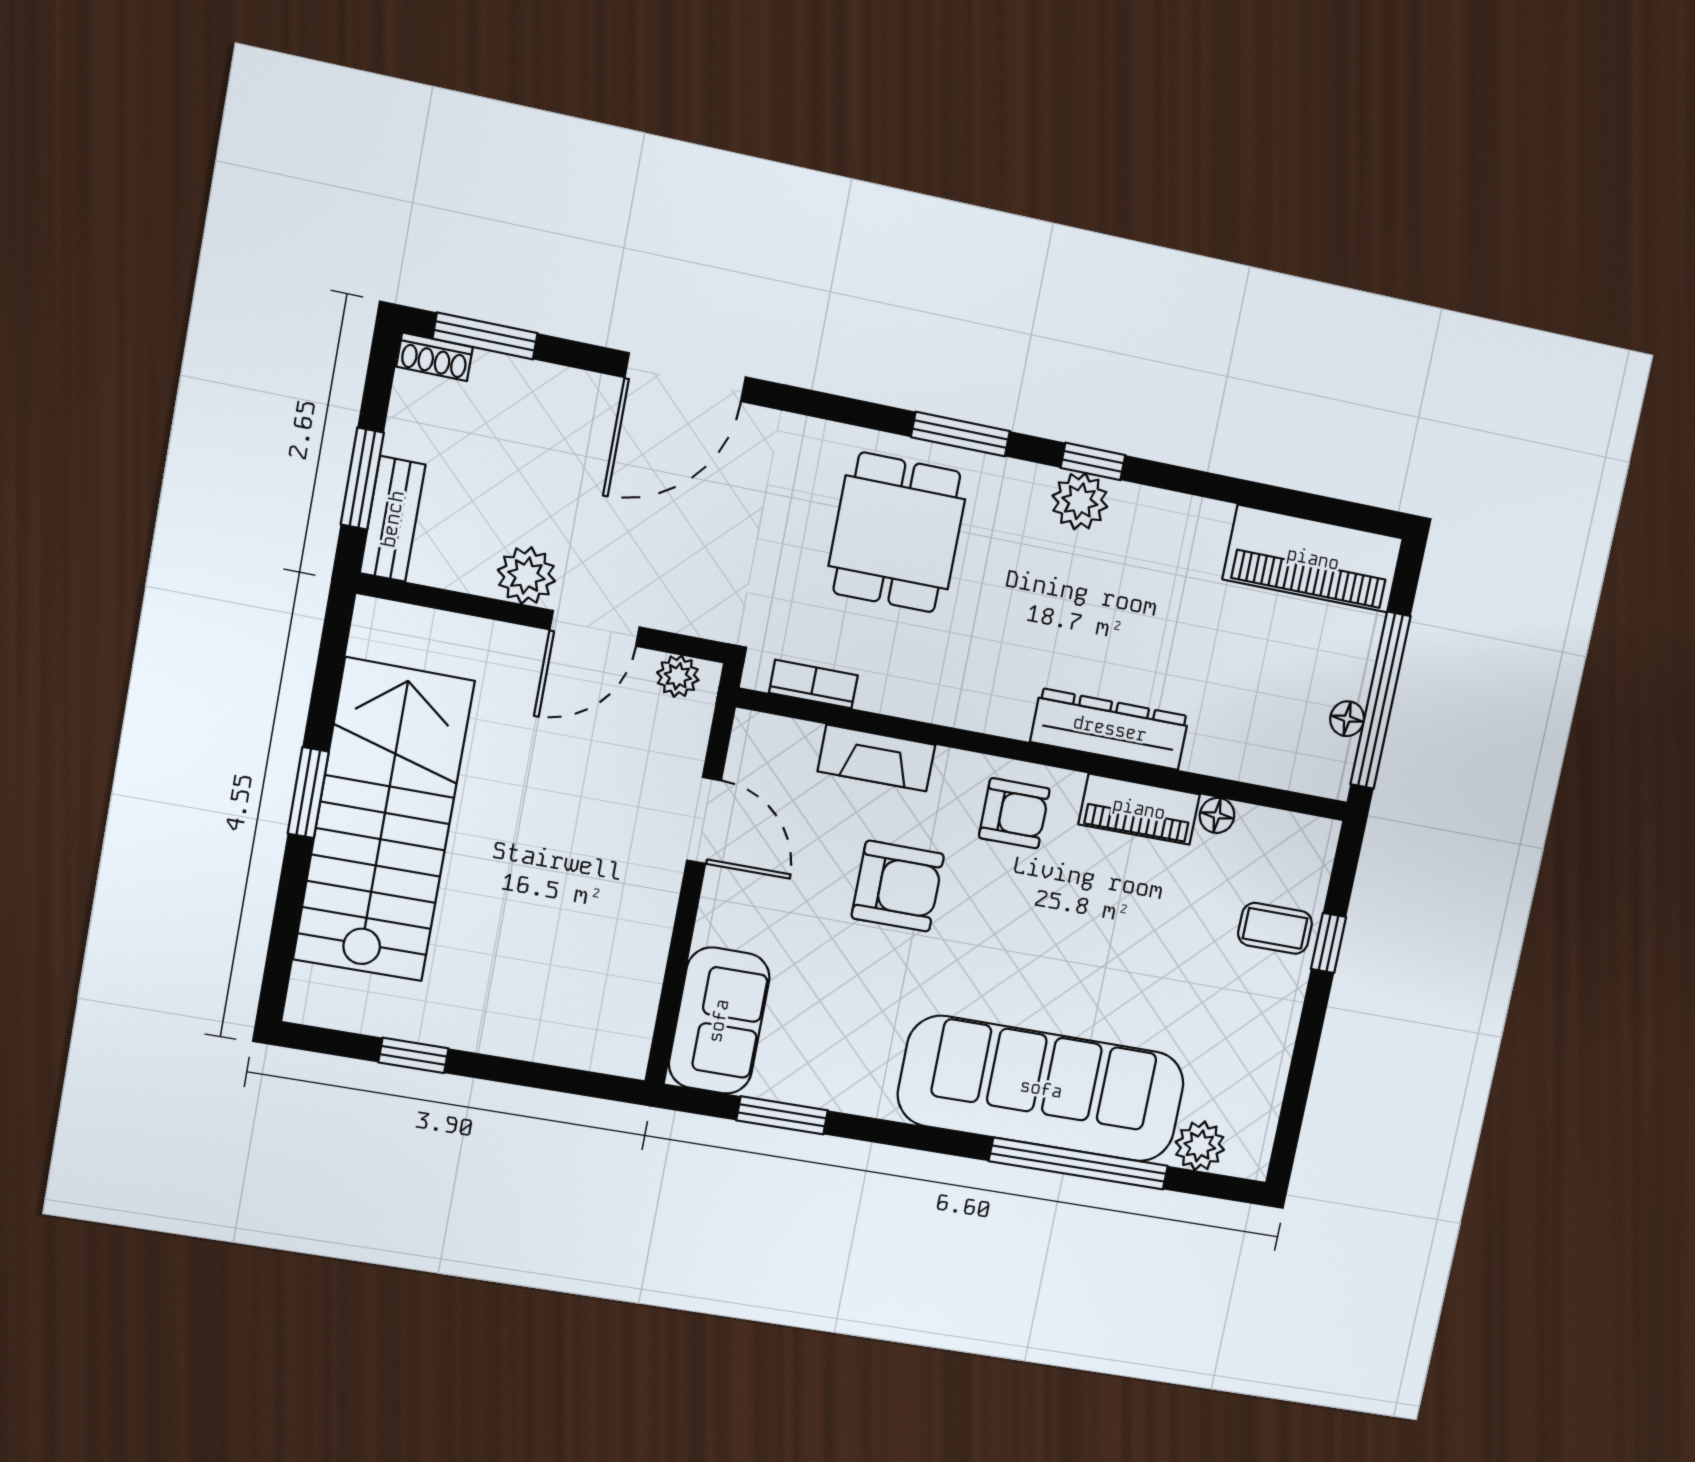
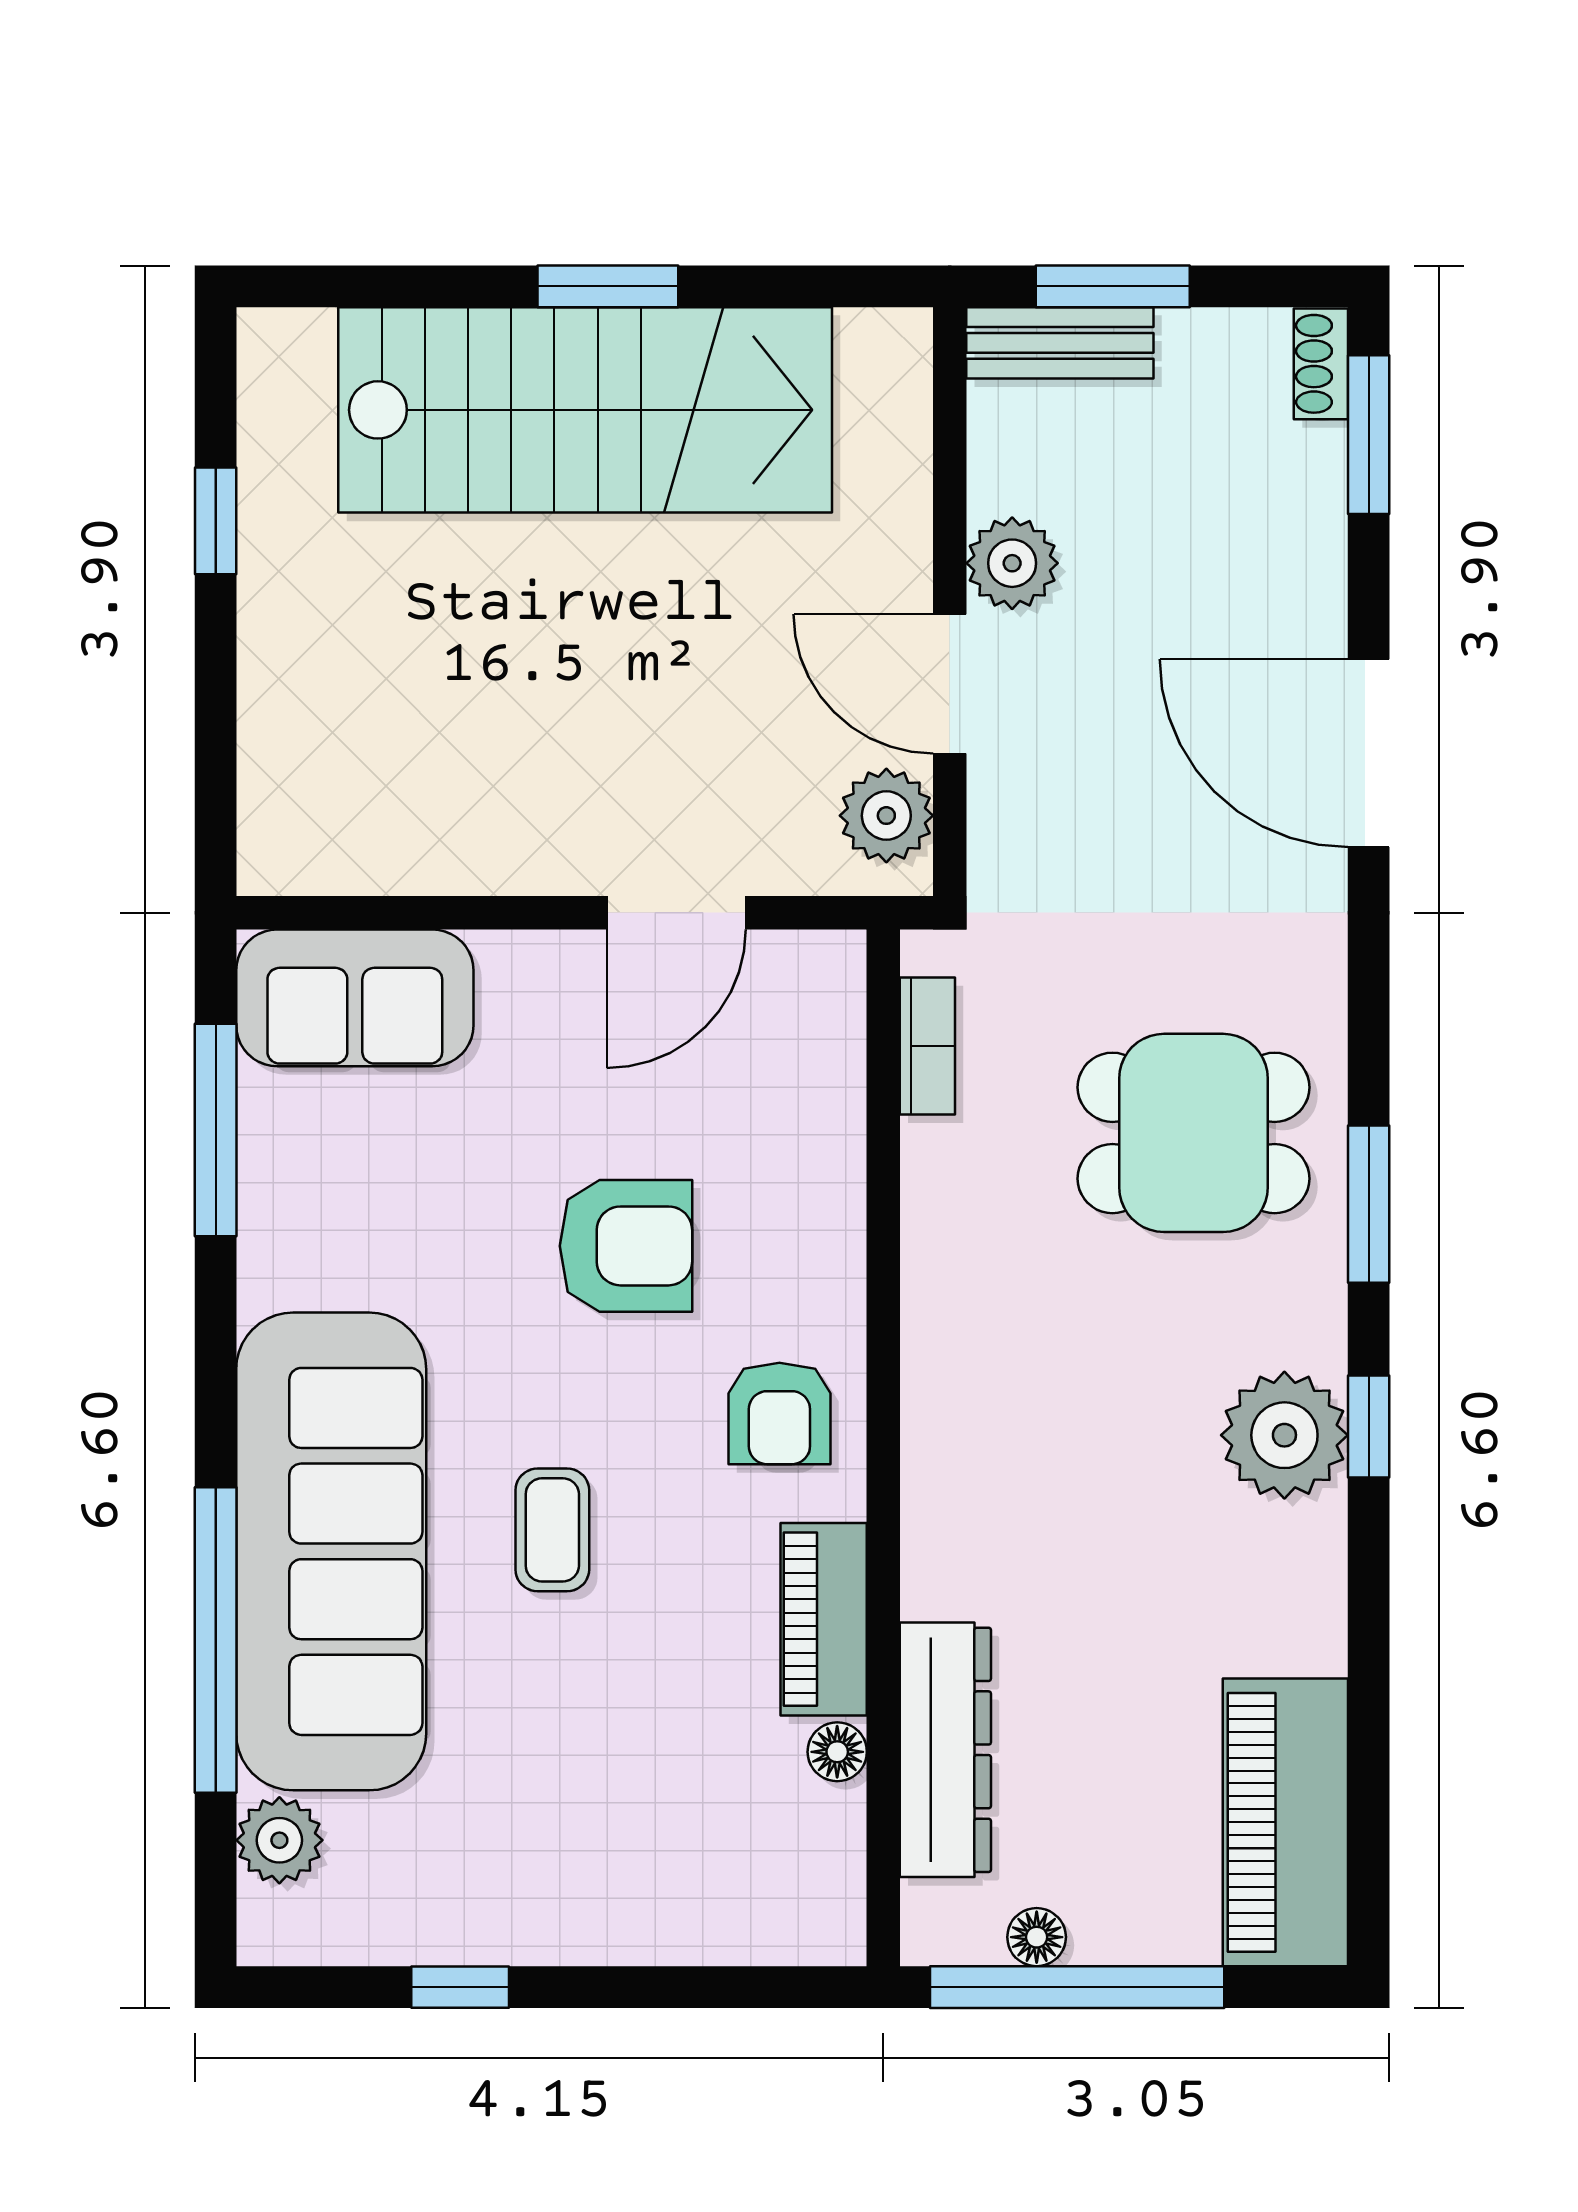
plant: (1080, 501) -> (1284, 1435), width x1.36, depth x1.36
plant: (678, 676) -> (886, 816), width x1.38, depth x1.38
dresser: (1110, 729) -> (945, 1750), moved
fireplace: (876, 758) -> (828, 1171), removed
armchair: (898, 886) -> (626, 1246), turned -90
coffee table: (1275, 928) -> (552, 1530), moved
window: (1328, 943) -> (460, 1987), moved
window: (782, 1115) -> (216, 1130), width x1.44

